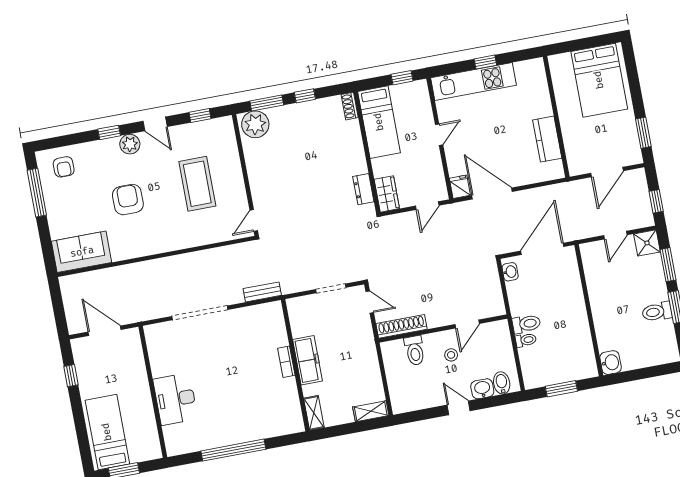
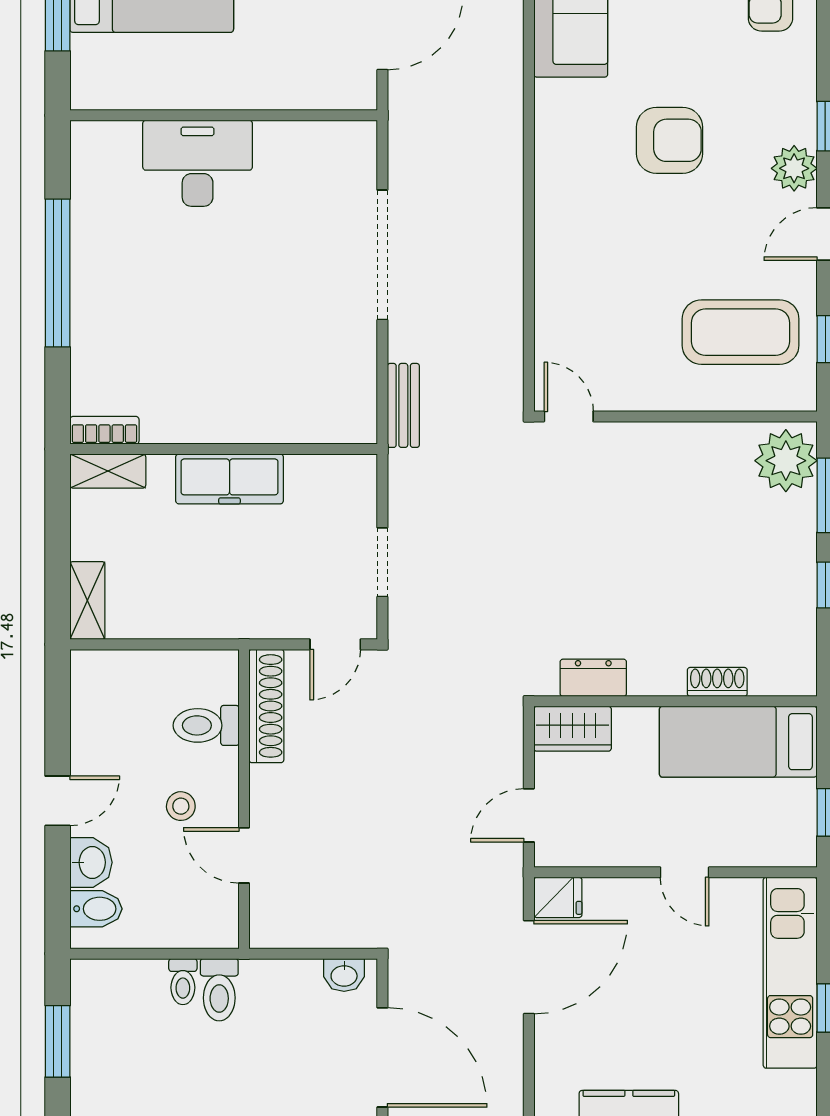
shoe rack: (350, 106) -> (717, 682), moved
coffee table: (197, 184) -> (741, 332), moved
door: (427, 206) -> (529, 815), hinge flipped
bookcase: (286, 362) -> (104, 430), moved

